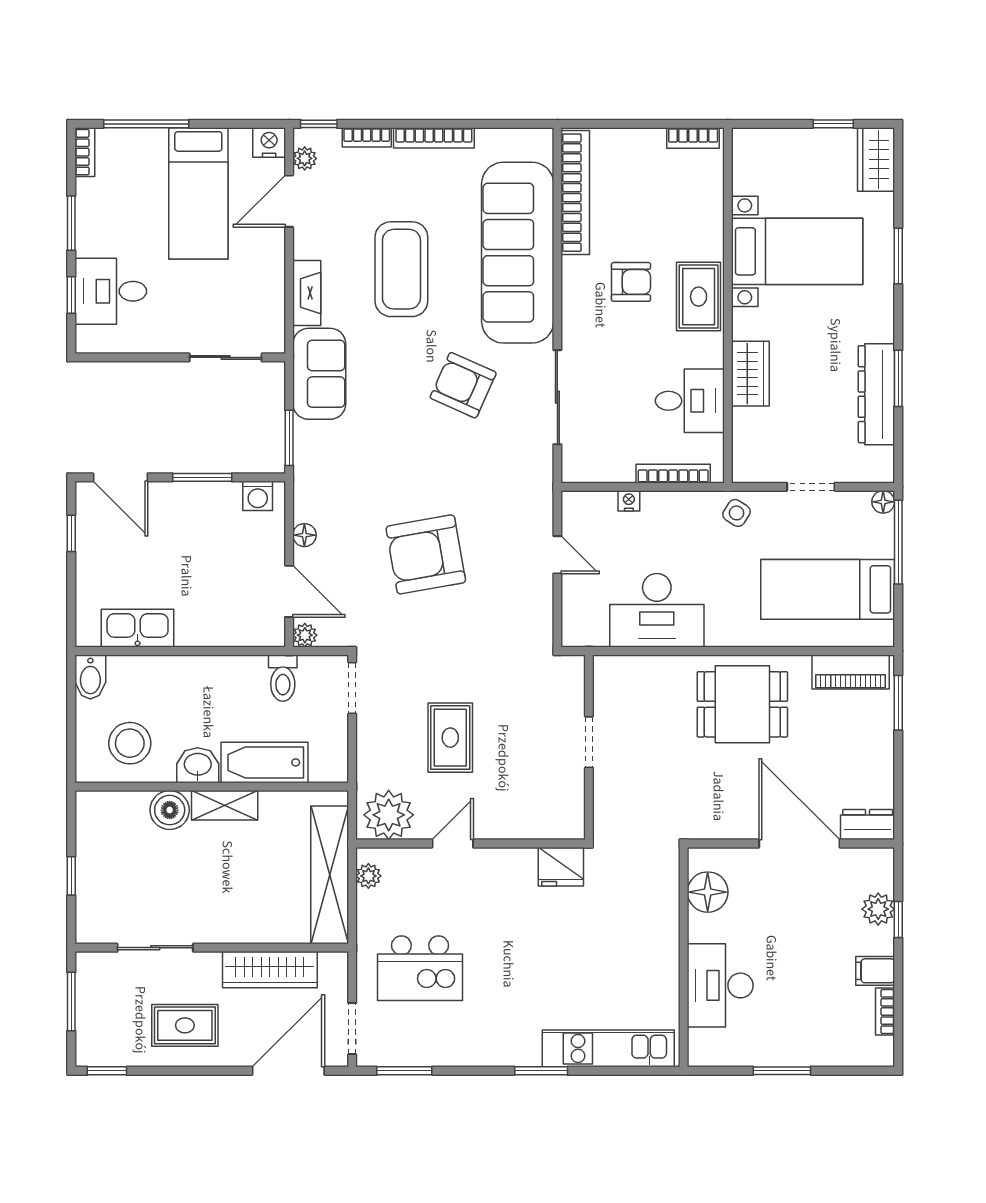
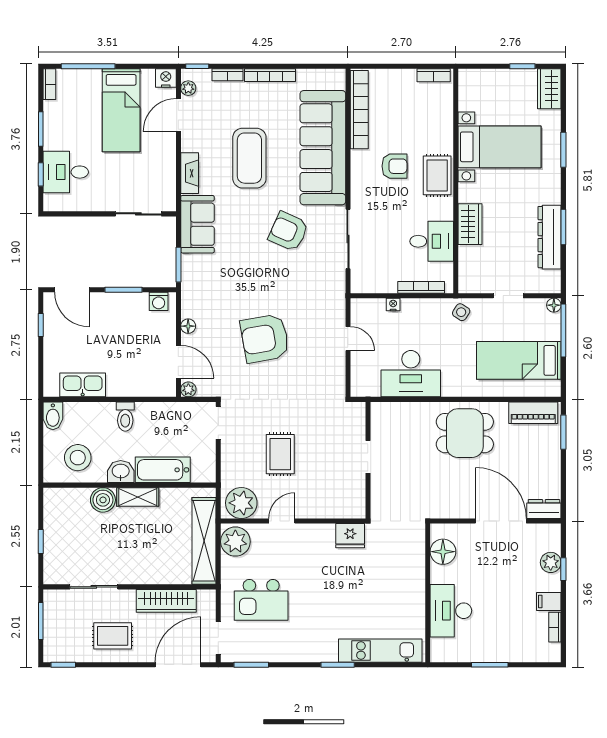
toilet: (283, 678) -> (125, 417), moved
plant: (368, 876) -> (235, 542), width x1.88, depth x1.88

